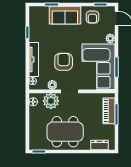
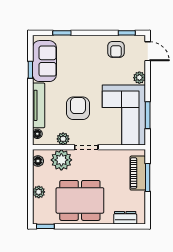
sofa: (65, 15) -> (44, 61), moved, turned -90
plant: (34, 125) -> (39, 192), added

